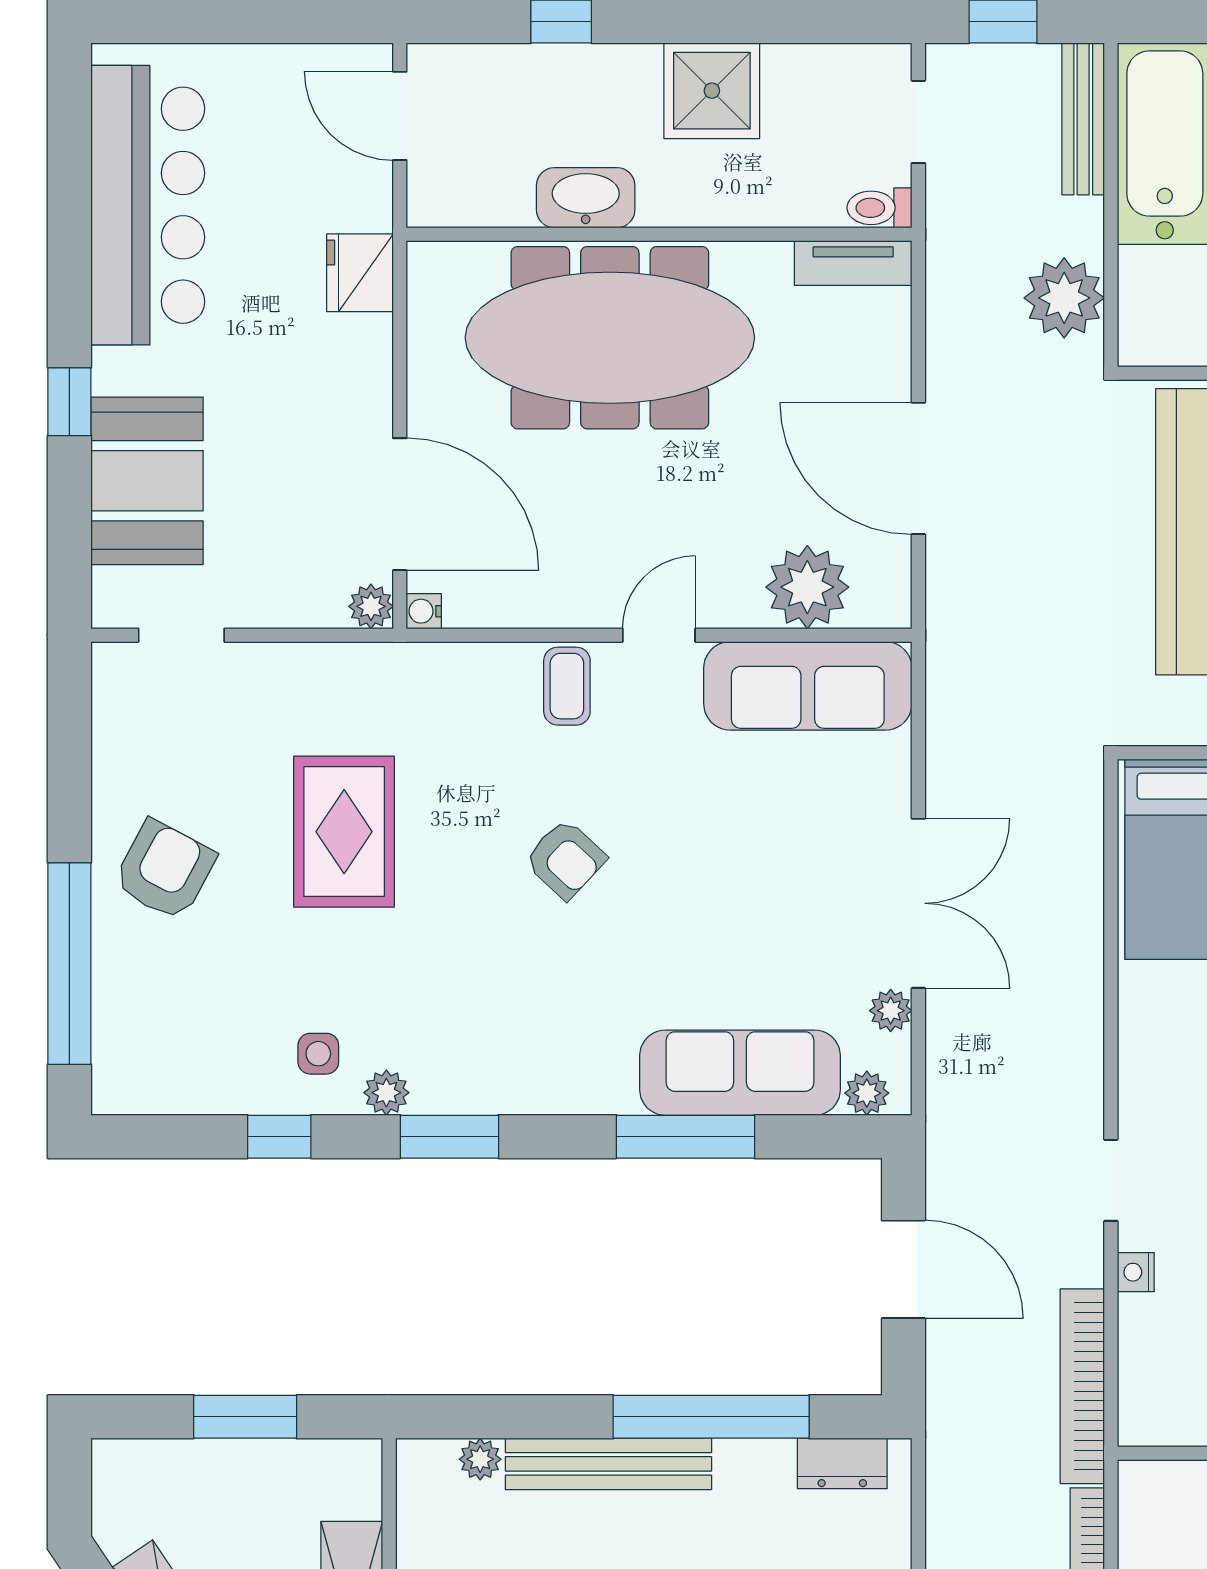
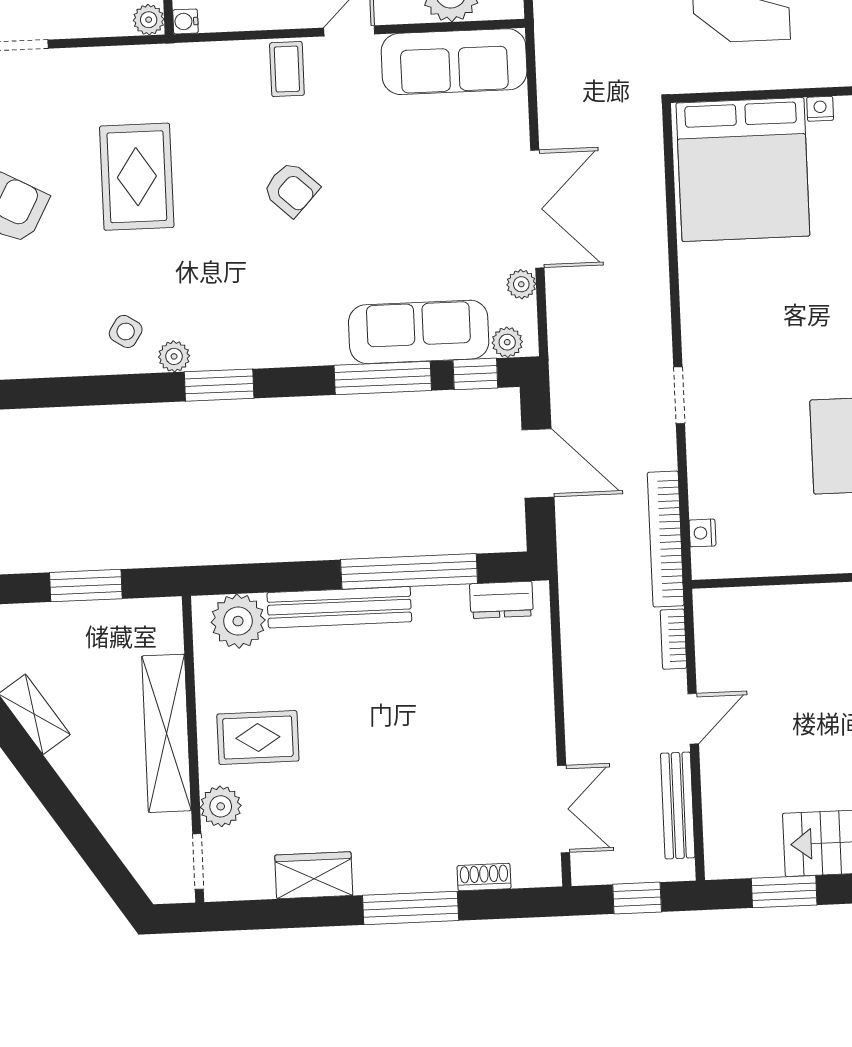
side table: (318, 1054) -> (126, 331), turned 33
window: (279, 1137) -> (475, 374), moved
nightstand: (1136, 1272) -> (702, 533), moved
plant: (480, 1459) -> (238, 621), width x1.87, depth x1.87

